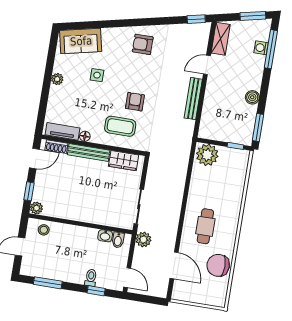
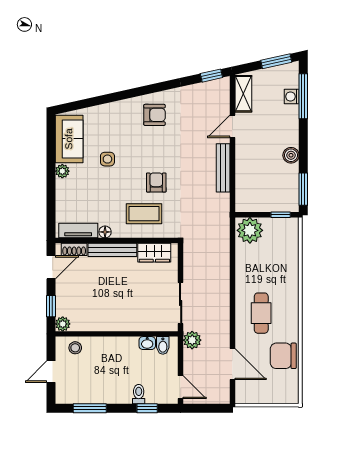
sofa: (81, 41) -> (69, 139), moved, turned -78
armchair: (143, 44) -> (154, 115), turned 180

